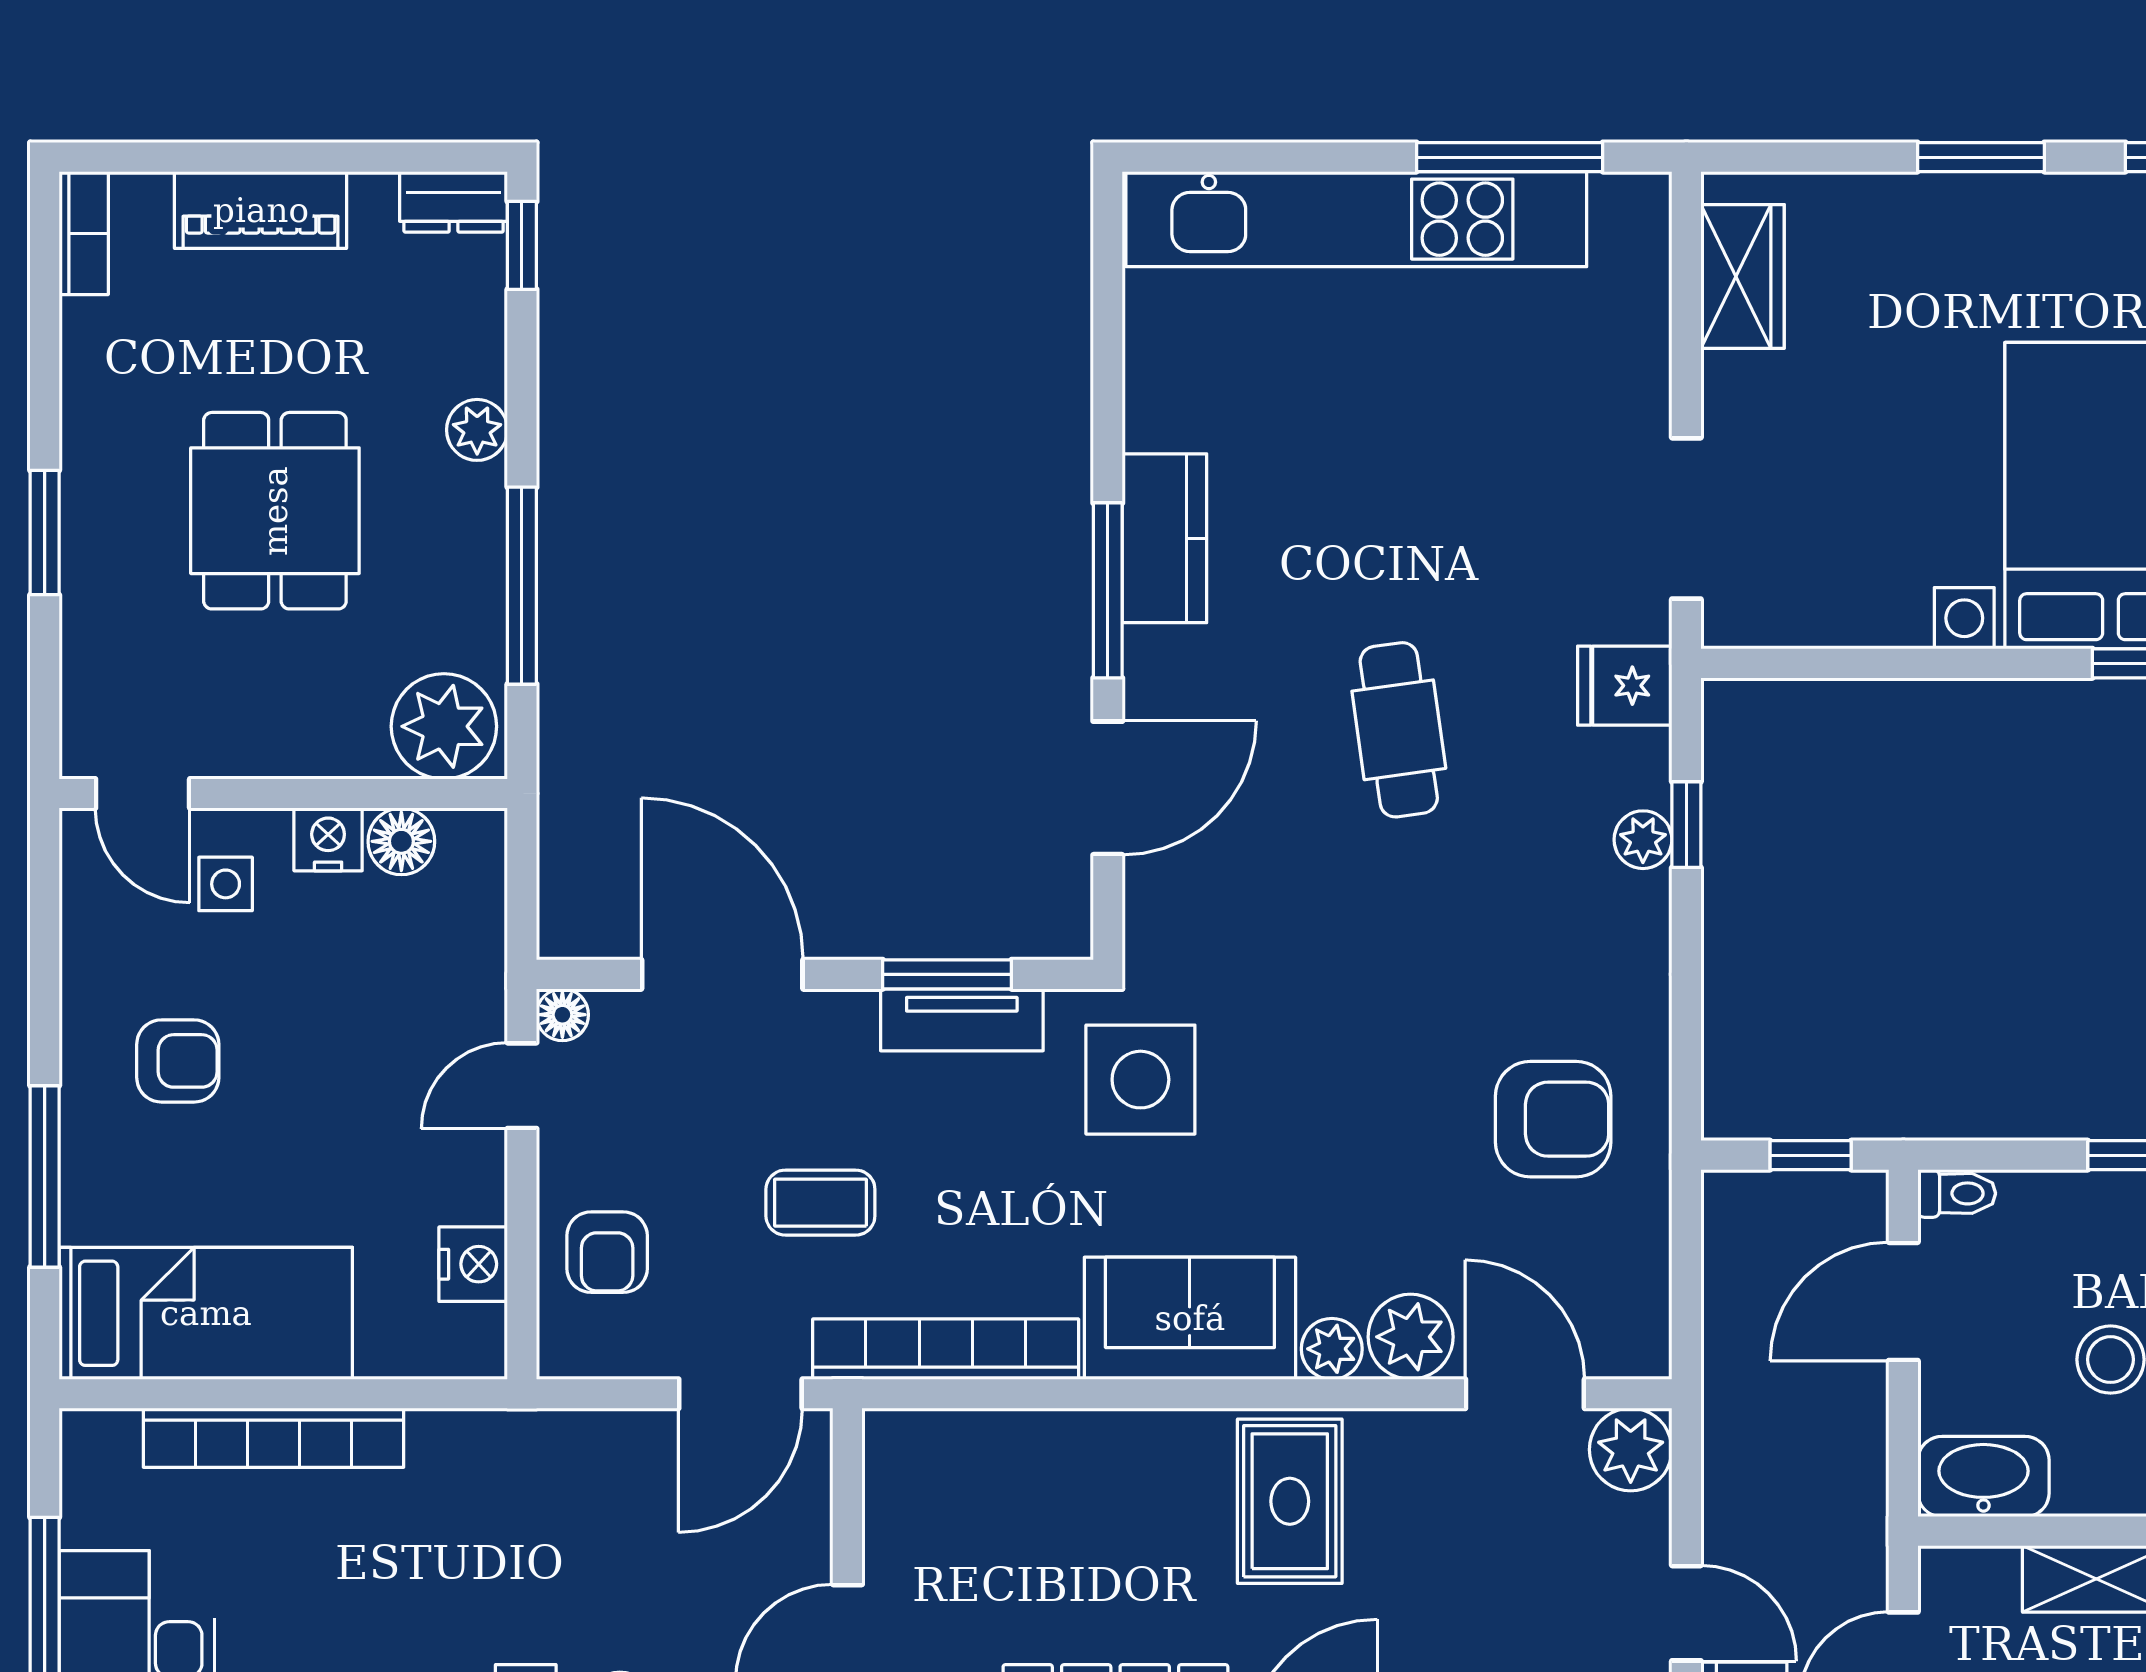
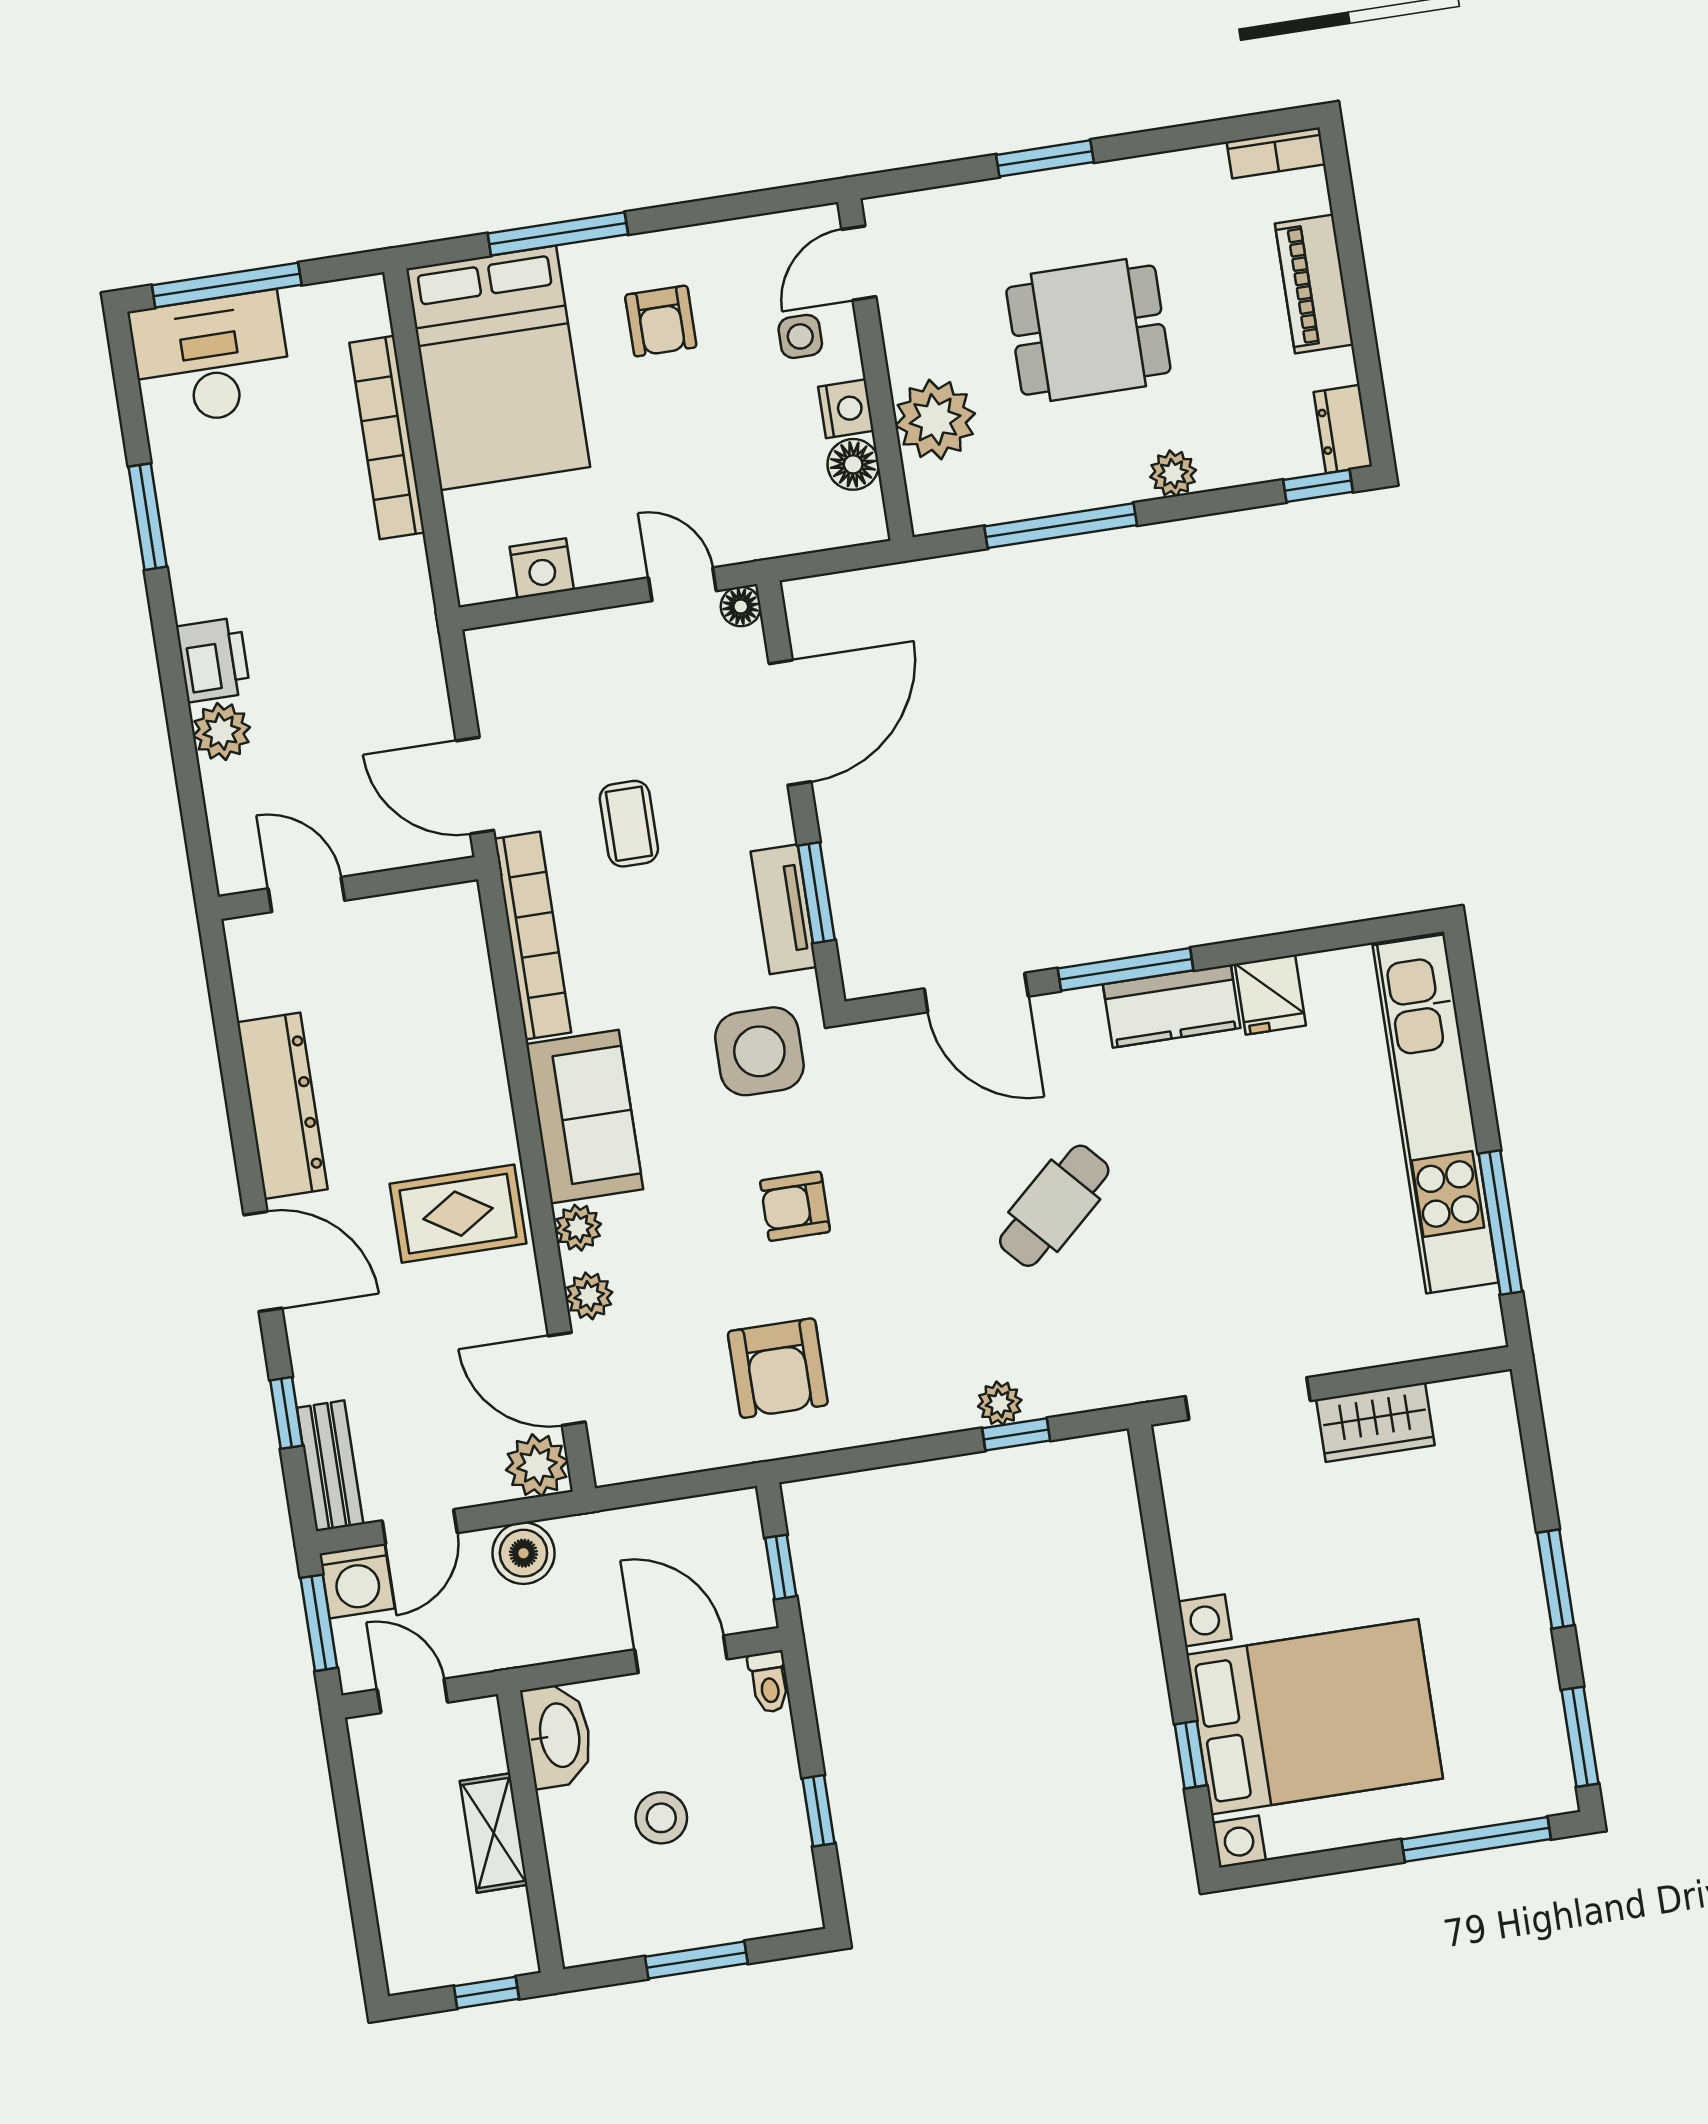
wardrobe: (1743, 276) -> (1375, 1422), moved
fridge: (1625, 686) -> (1270, 995), moved, turned 180
plant: (444, 726) -> (935, 419), moved
cafe table: (1399, 730) -> (1054, 1206), turned -34
armchair: (607, 1252) -> (795, 1206), moved
bed: (206, 1313) -> (498, 368), width x1.50
plant: (1411, 1337) -> (589, 1296), width x0.73, depth x0.73
door: (1525, 1394) -> (567, 1379), swing flipped
boiler: (1741, 1484) -> (523, 1553), added

